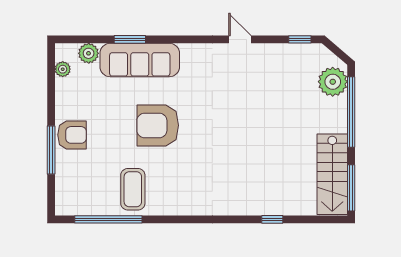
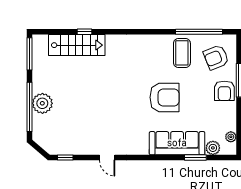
window: (130, 39) -> (195, 158), moved
plant: (333, 82) -> (42, 103), moved
armchair: (72, 135) -> (224, 91), turned -90
stairs: (332, 174) -> (77, 45), moved, turned 90
armchair: (84, 183) -> (216, 57), added

